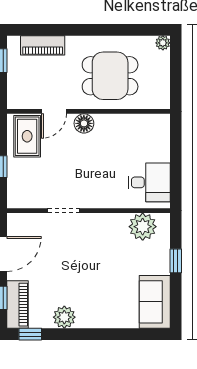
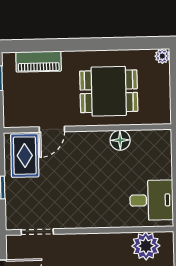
floor lamp: (84, 123) -> (120, 140), moved
doorway: (64, 211) -> (37, 232), moved

